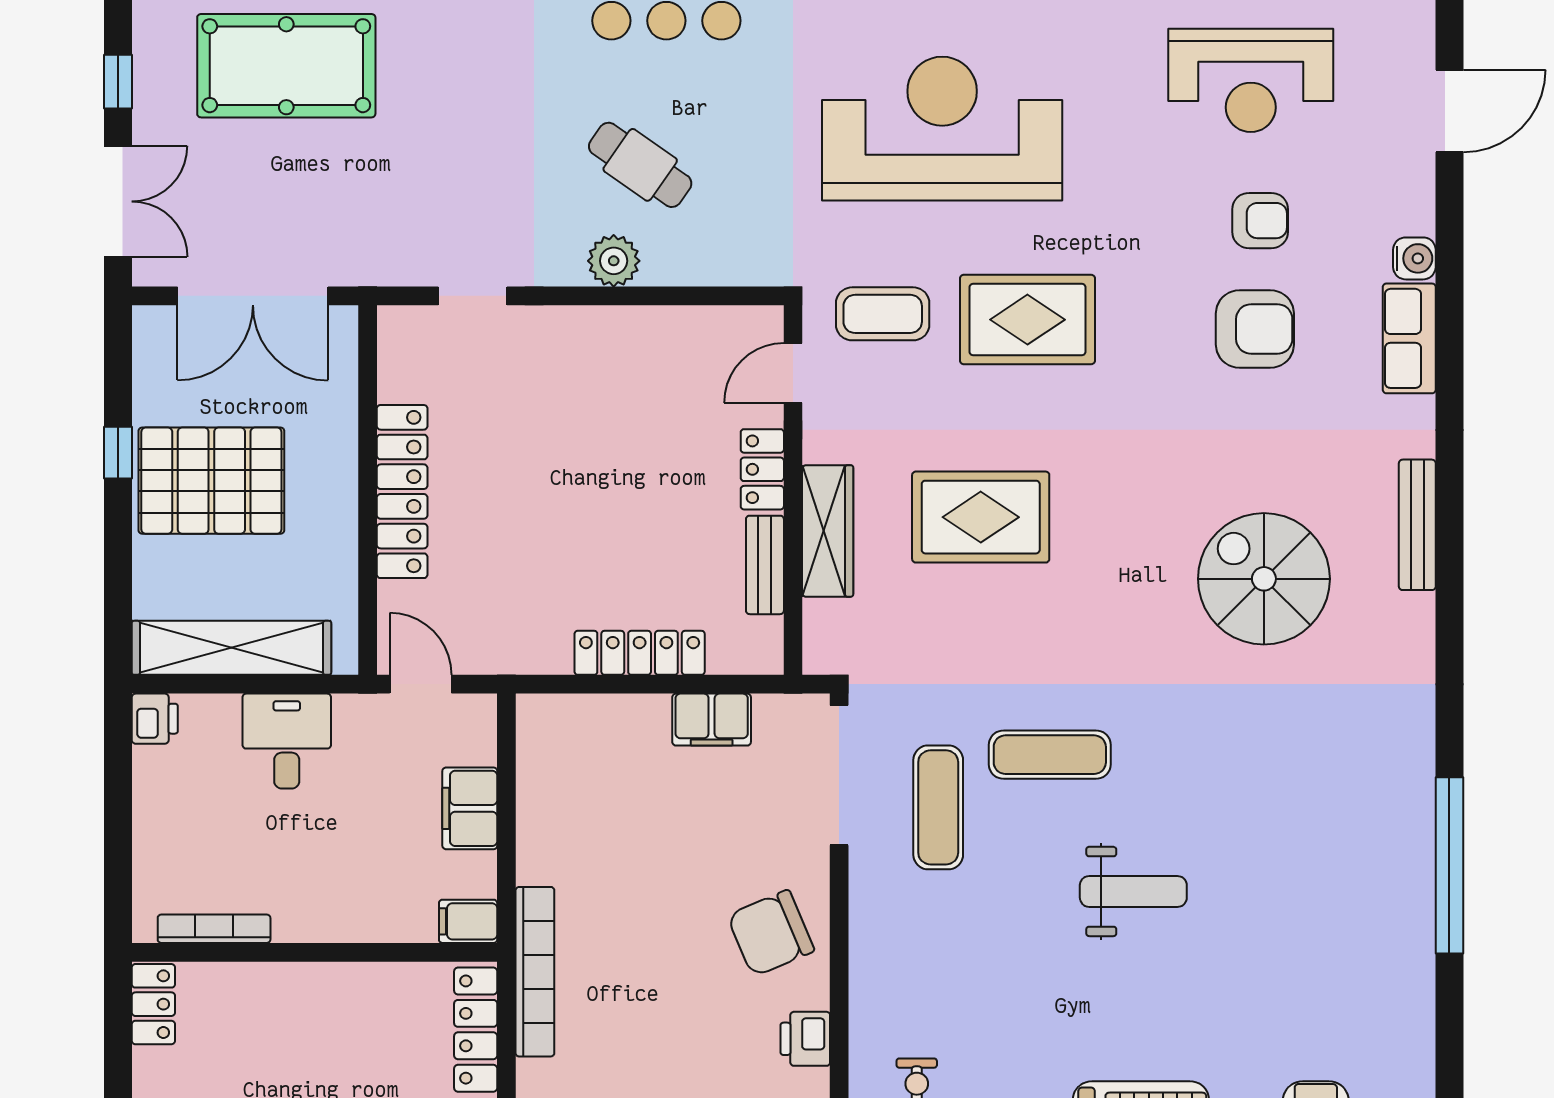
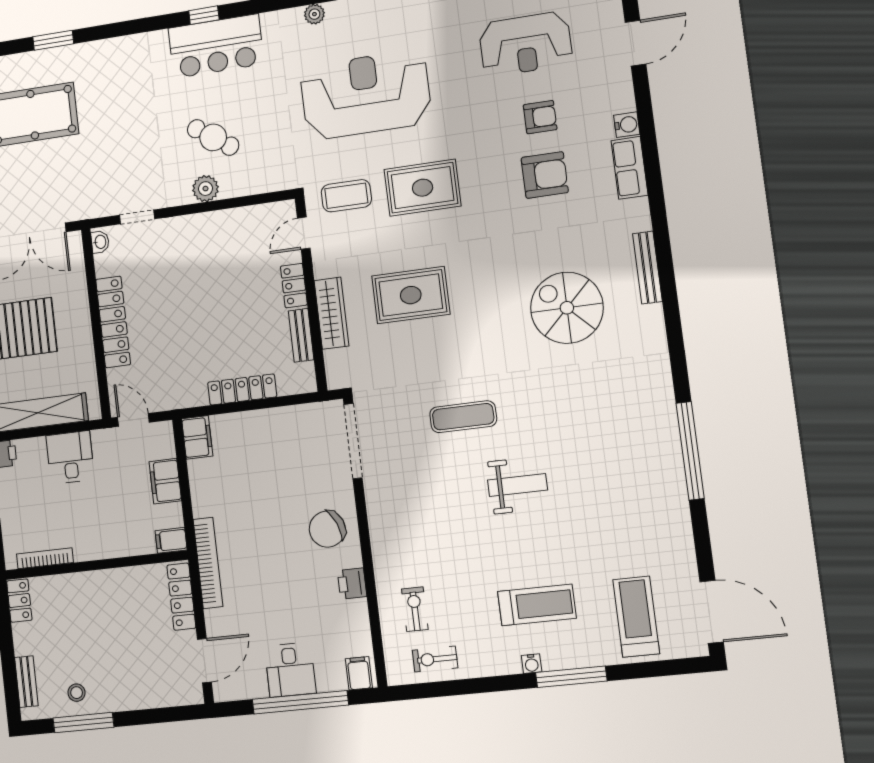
washbasin: (394, 334) -> (100, 242), added
filing cabinet: (712, 720) -> (197, 437), moved, turned -90
exercise mat: (938, 807) -> (407, 452), removed

